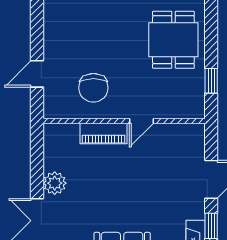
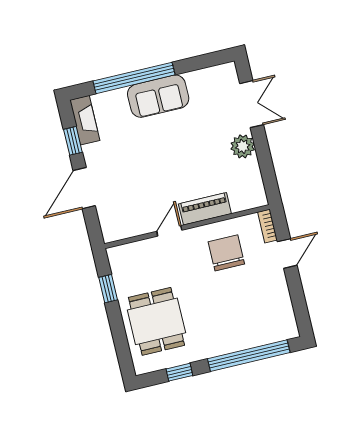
bookcase: (49, 104) -> (267, 226), added

